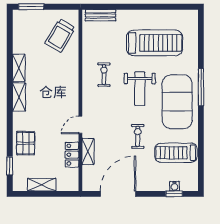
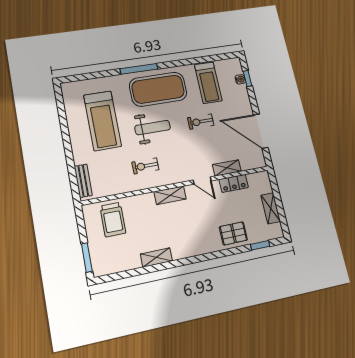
trolley: (60, 35) -> (113, 220), turned 59
treadmill: (155, 43) -> (103, 121), turned 180
shelving: (19, 97) -> (170, 195), moved

